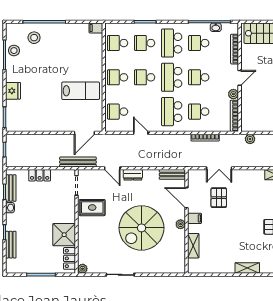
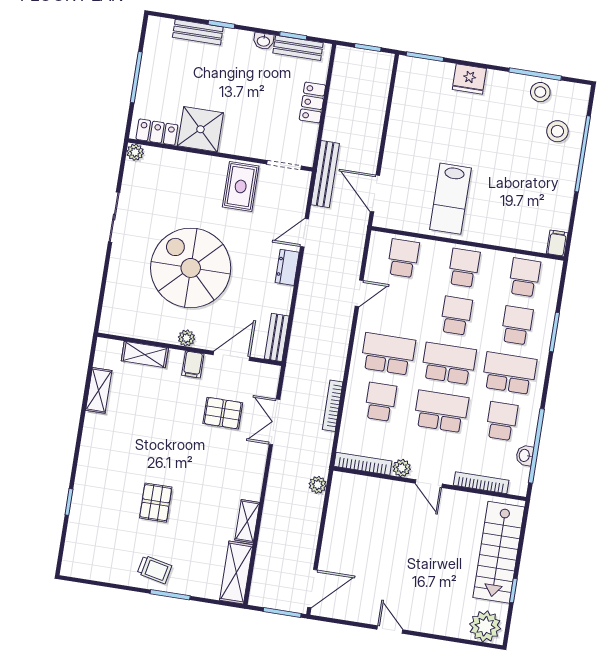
school desk: (199, 77) -> (441, 411), width x1.85
shelving: (247, 268) -> (99, 390), moved

